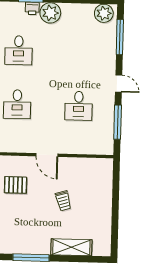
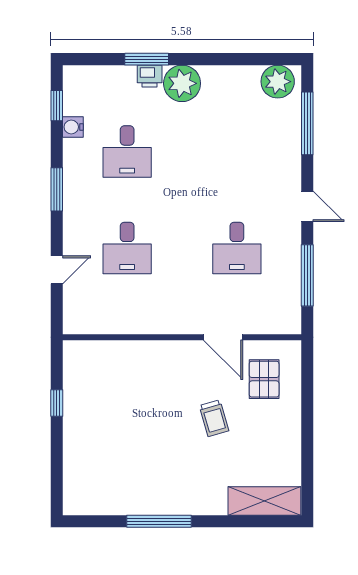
door: (47, 155) -> (223, 337), moved
pallet: (16, 185) -> (264, 379), moved, turned 90
shelving: (71, 247) -> (264, 501), moved

